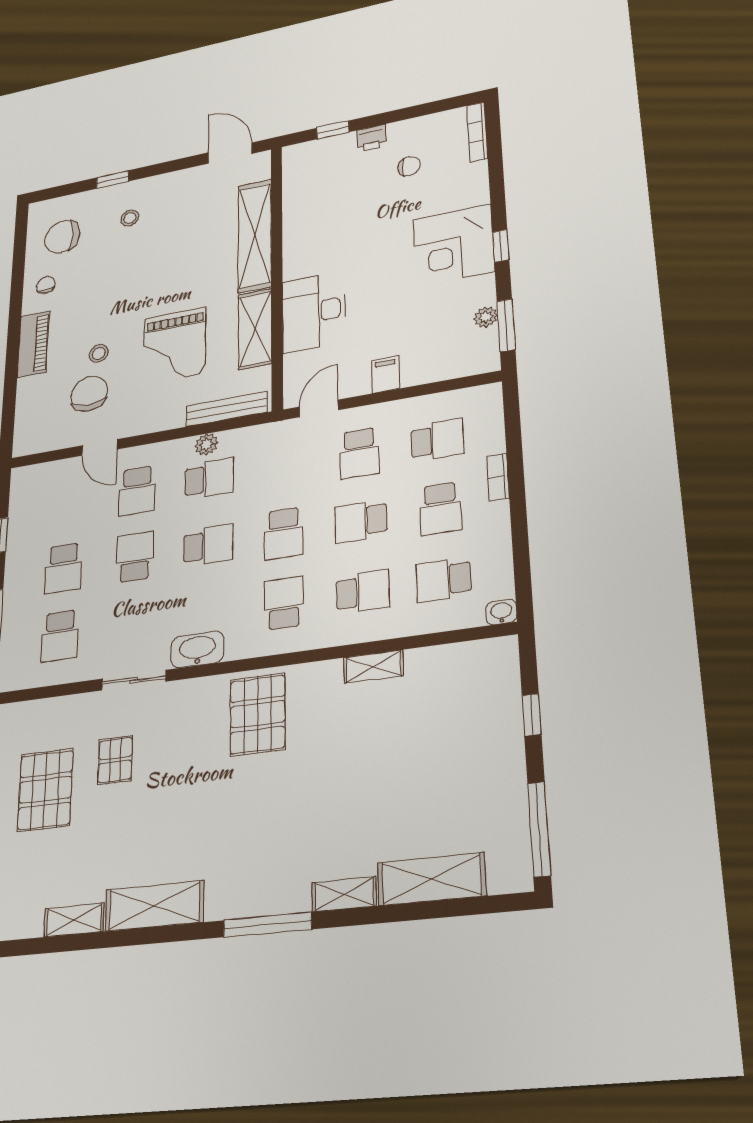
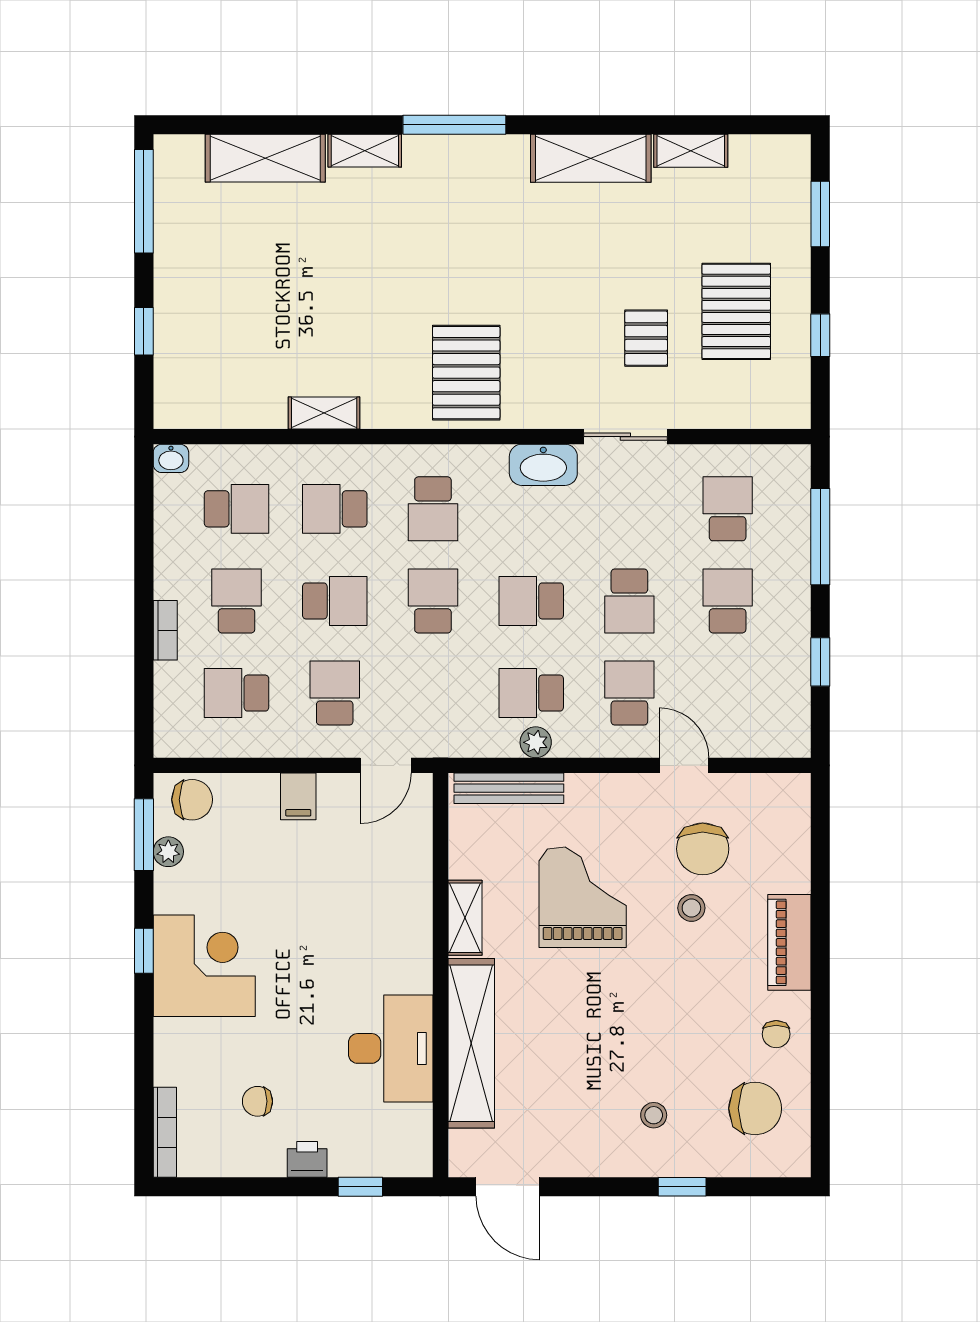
desk: (314, 312) -> (391, 1048), moved
shelving: (255, 329) -> (465, 918), width x0.67, depth x0.75
chair: (469, 357) -> (192, 800), added

